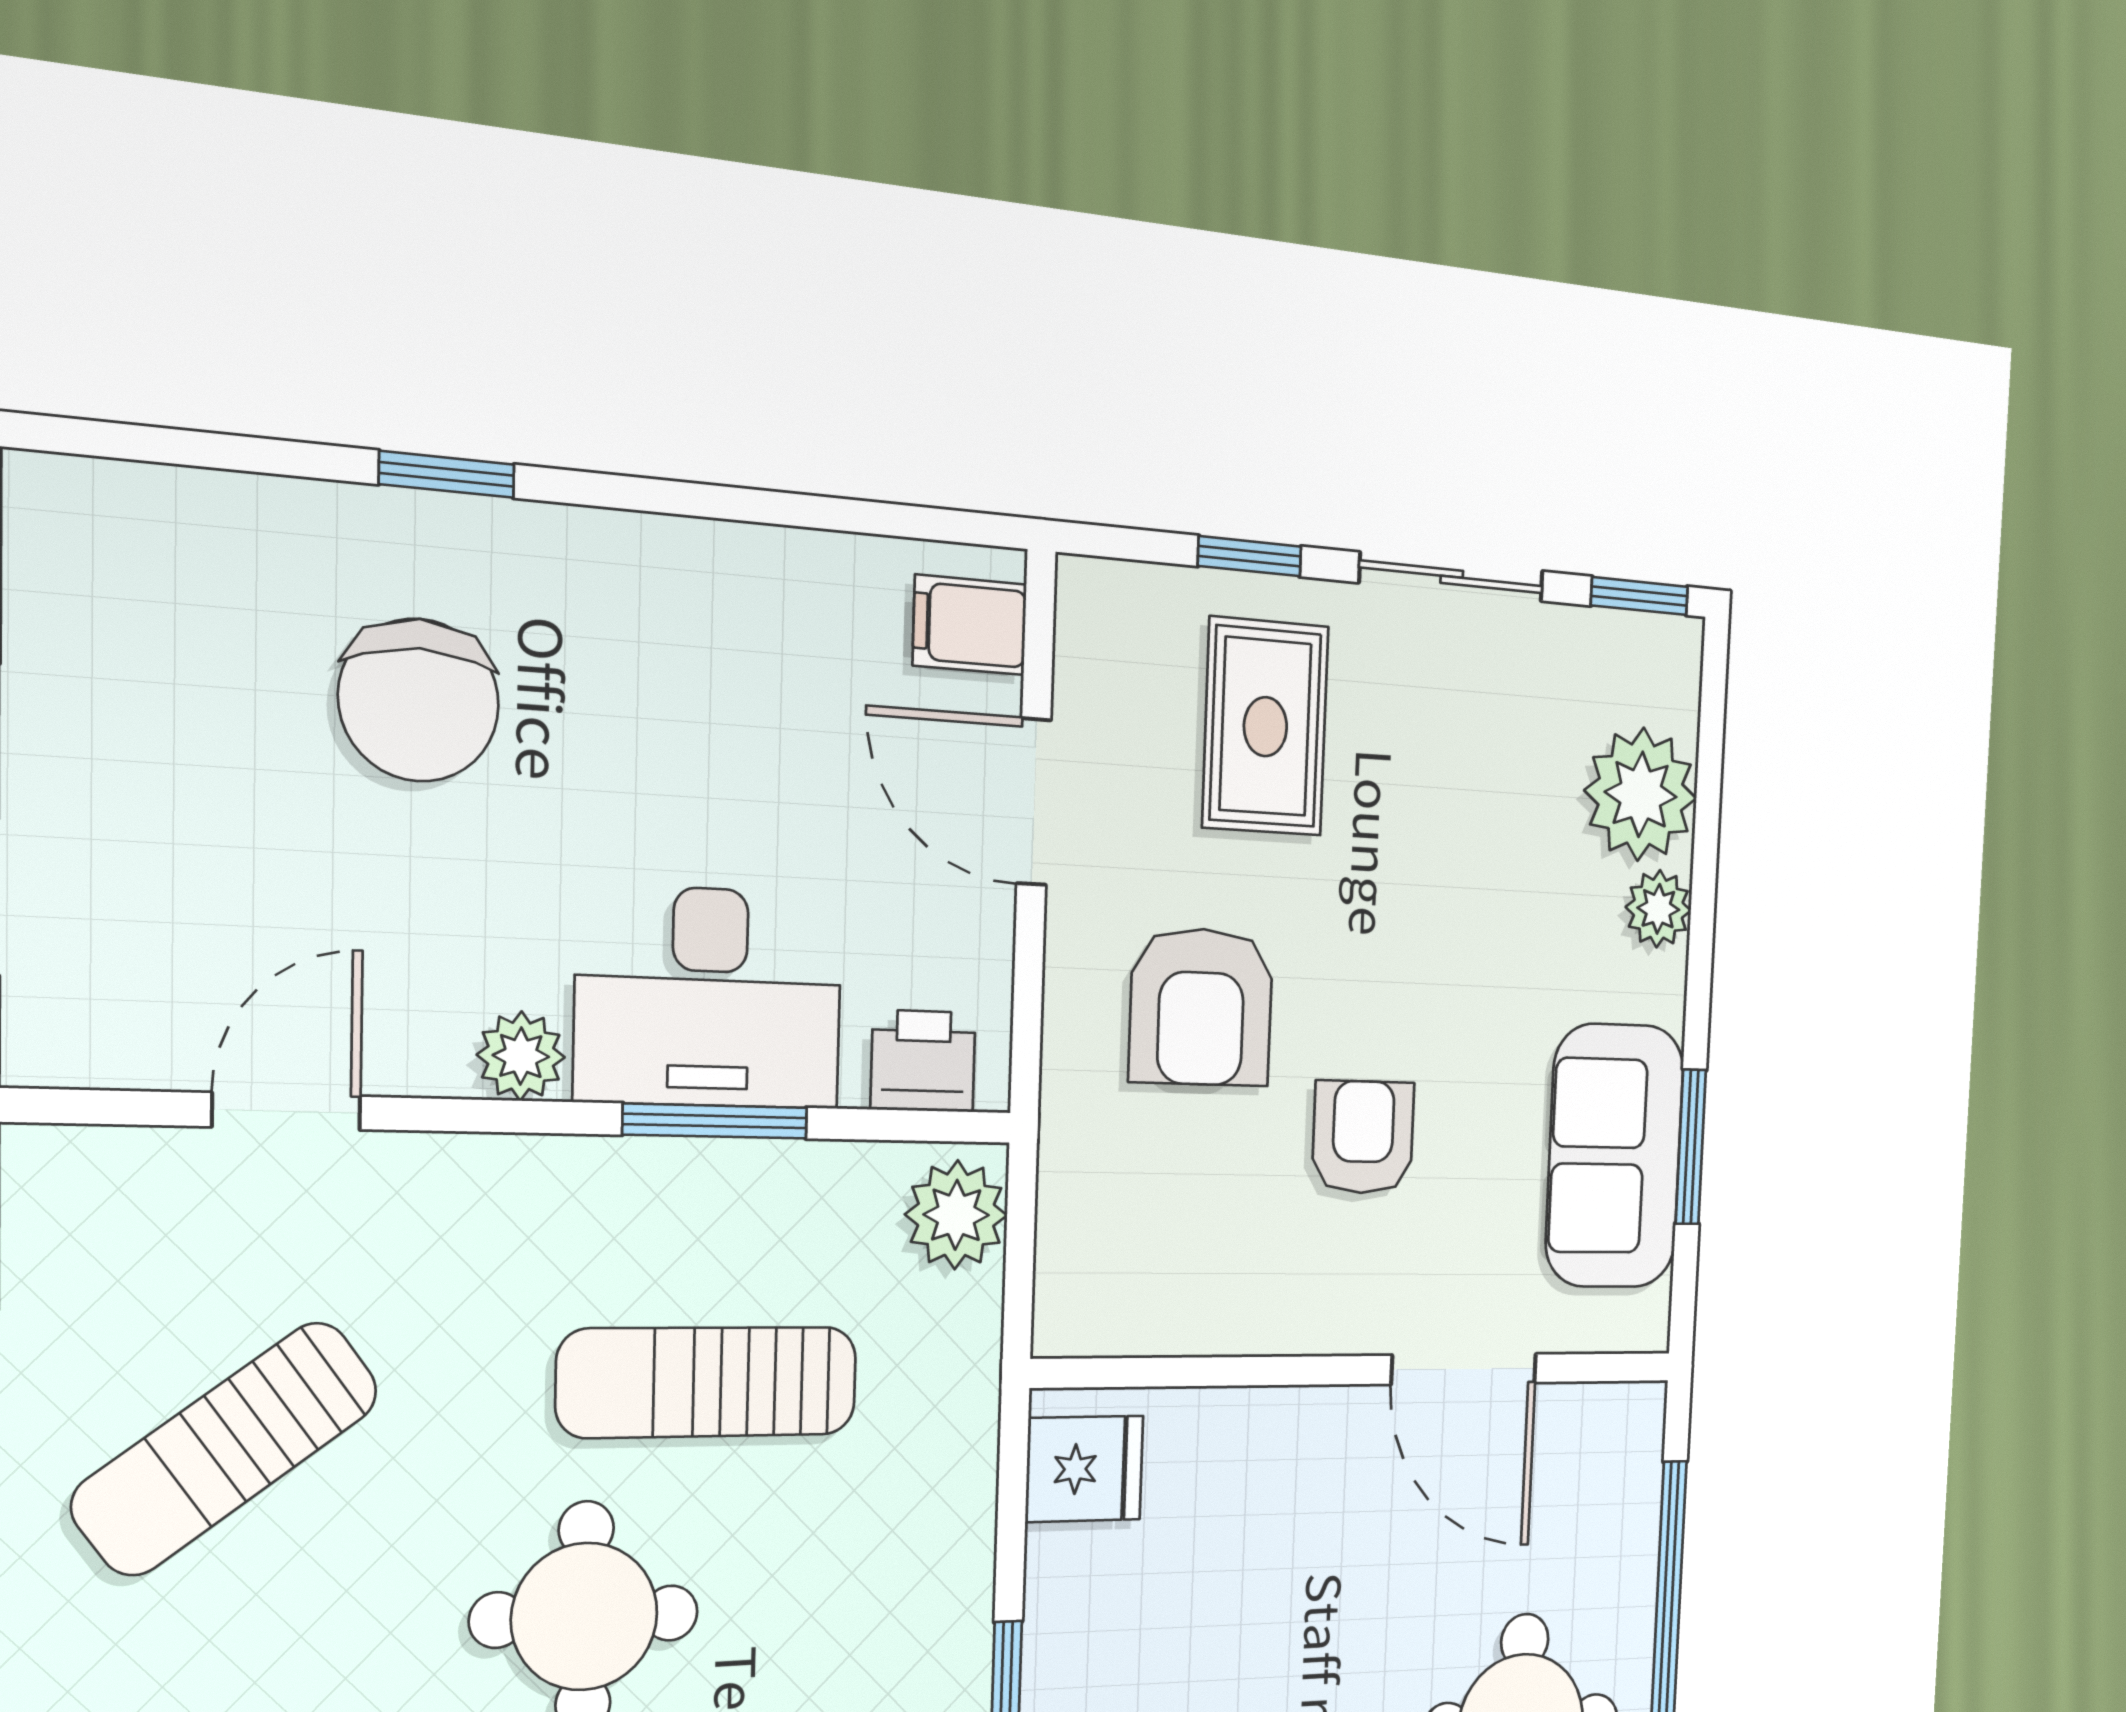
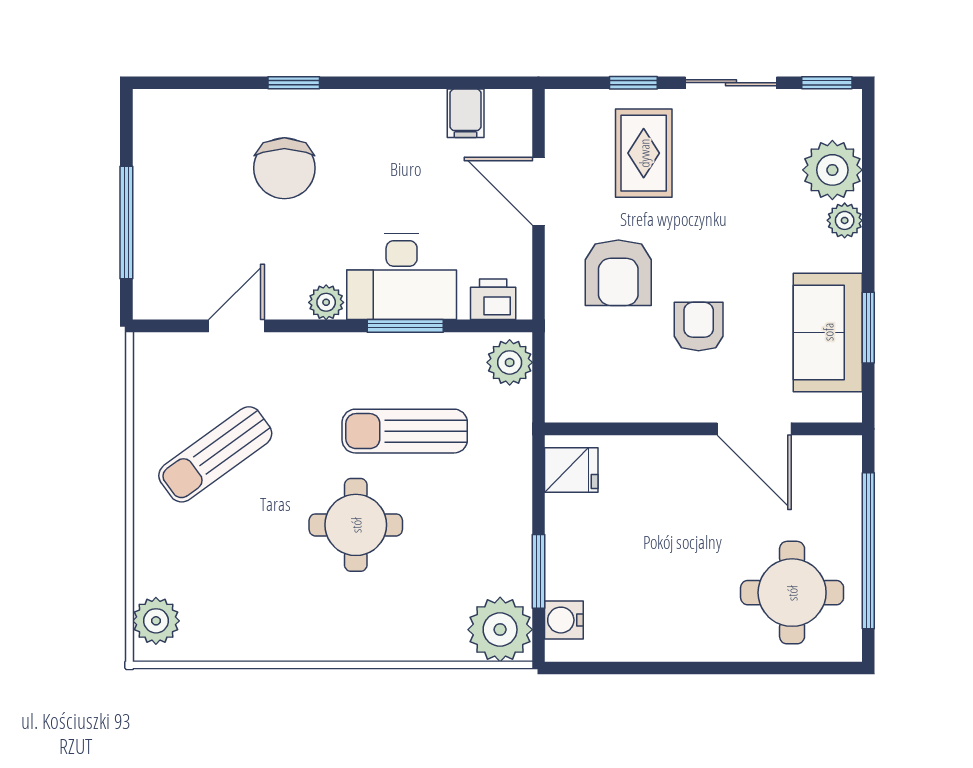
filing cabinet: (970, 625) -> (466, 113), moved, turned -90

